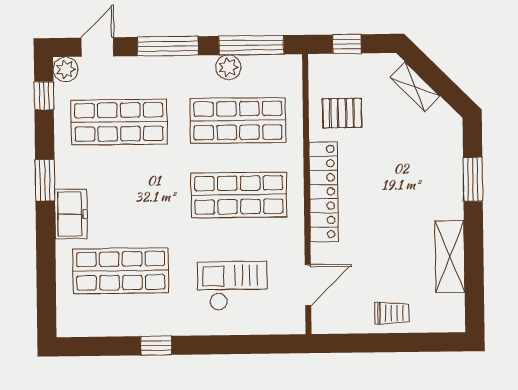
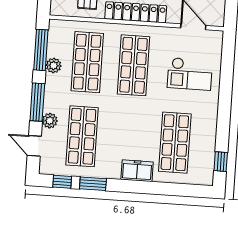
plant: (66, 69) -> (50, 121), moved
window: (45, 180) -> (93, 184), moved
checkout: (232, 286) -> (190, 74), turned -90
window: (156, 346) -> (221, 162), moved

